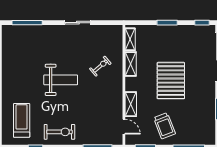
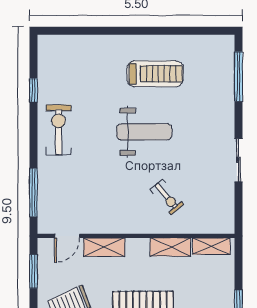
weight bench: (61, 80) -> (144, 132), turned -90
treadmill: (22, 120) -> (155, 74), moved
exercise bike: (59, 132) -> (59, 130), turned 180

